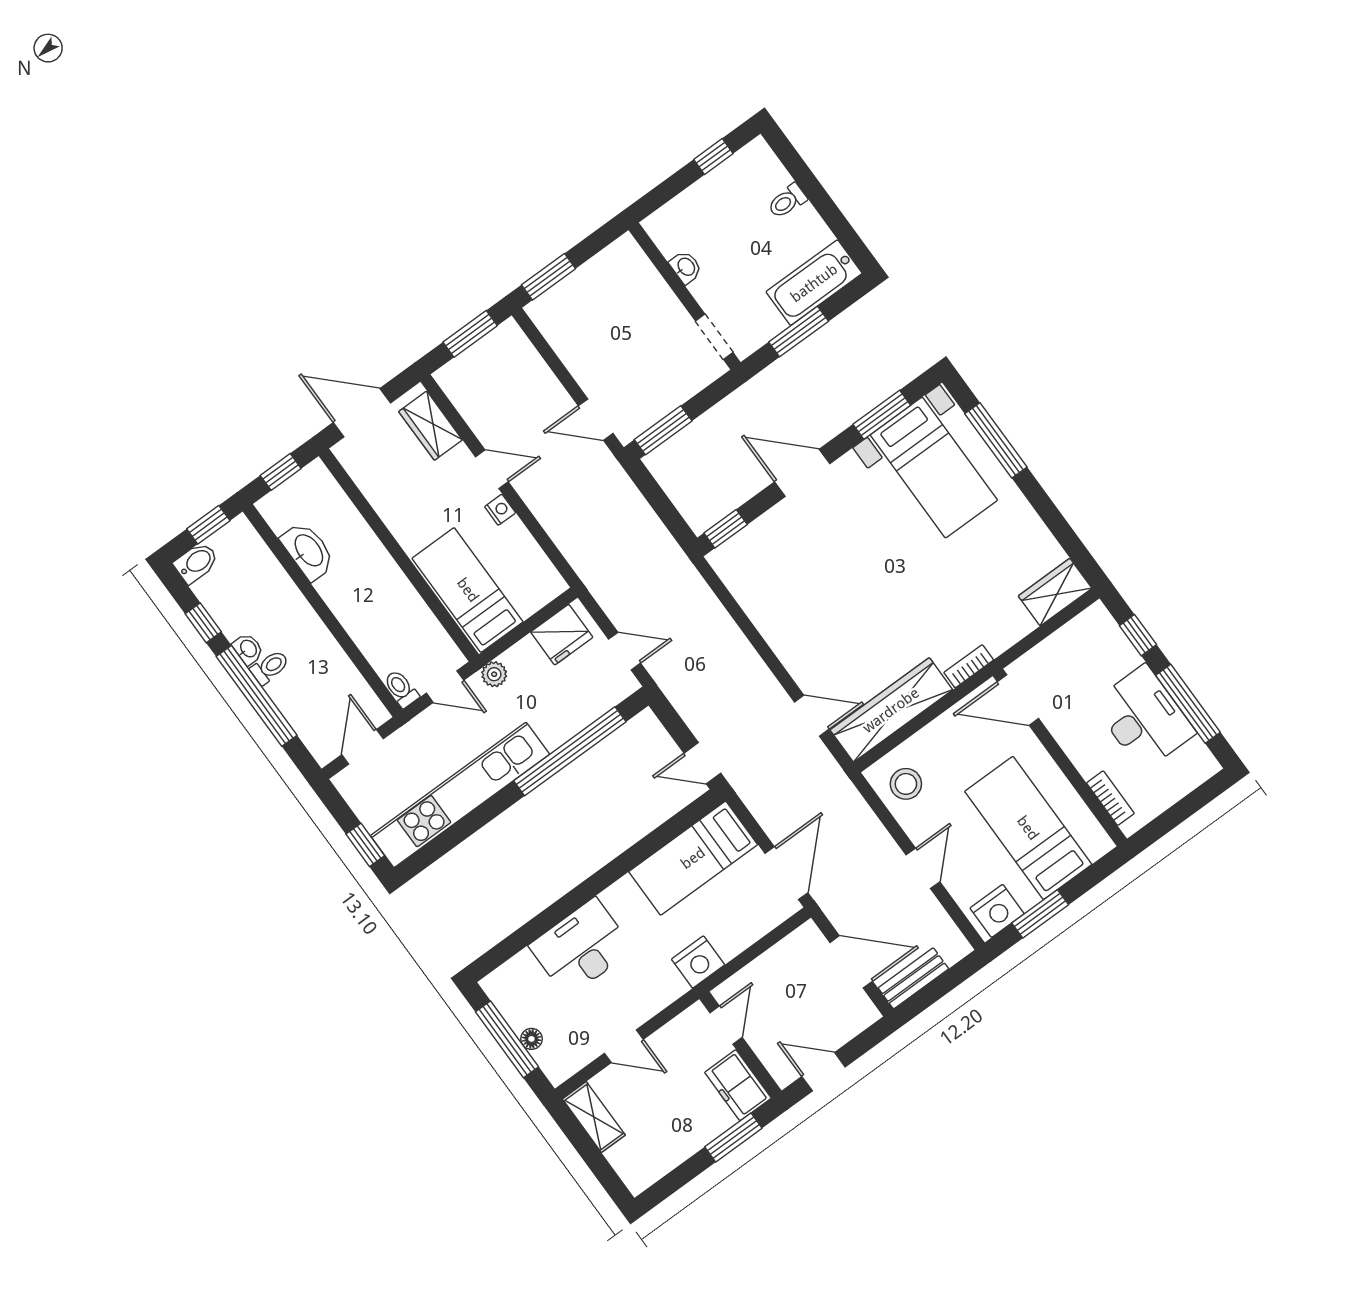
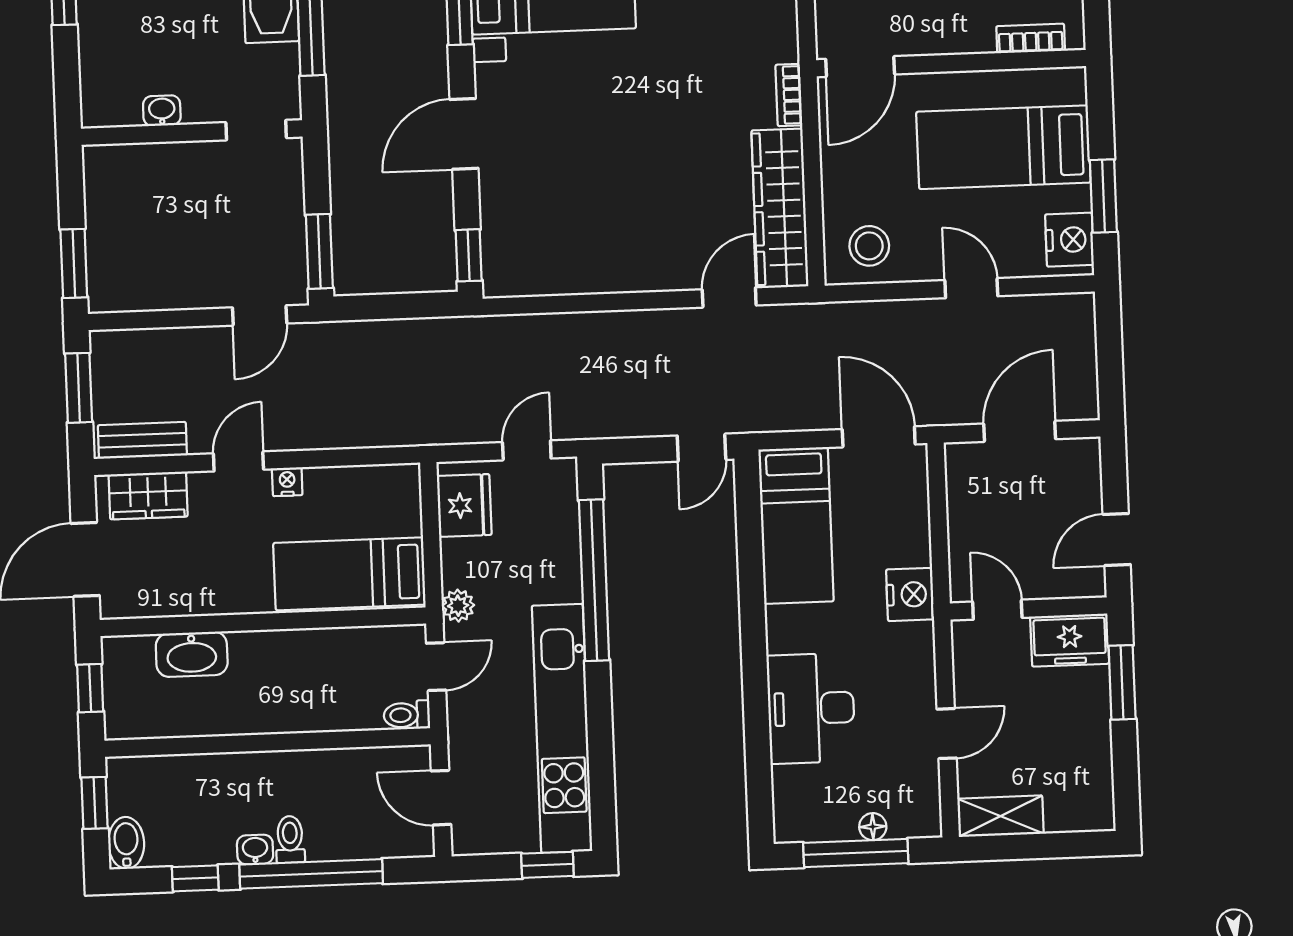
washbasin: (308, 551) -> (192, 654), moved, turned 180
bench: (913, 978) -> (142, 440), moved, turned 90

